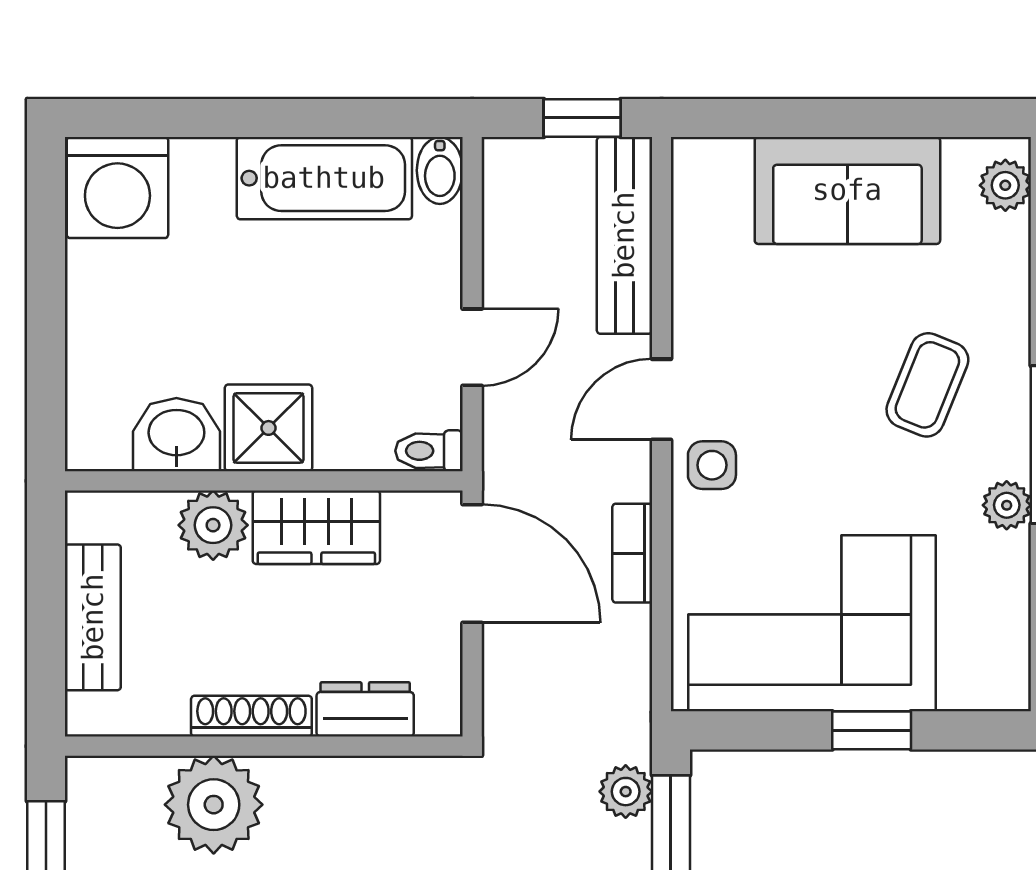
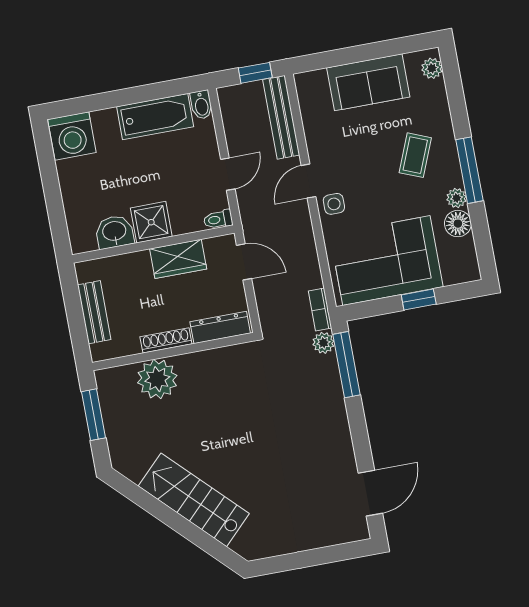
plant: (213, 525) -> (136, 266), removed
bookcase: (632, 553) -> (320, 309), moved
door: (472, 564) -> (244, 262), width x0.73
floor lamp: (999, 567) -> (458, 224), added
dresser: (365, 709) -> (220, 327), width x1.44

